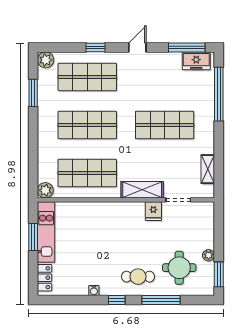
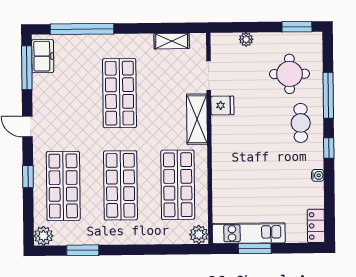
plant: (209, 255) -> (246, 39), moved
locker: (45, 278) -> (316, 226), moved, turned -90

